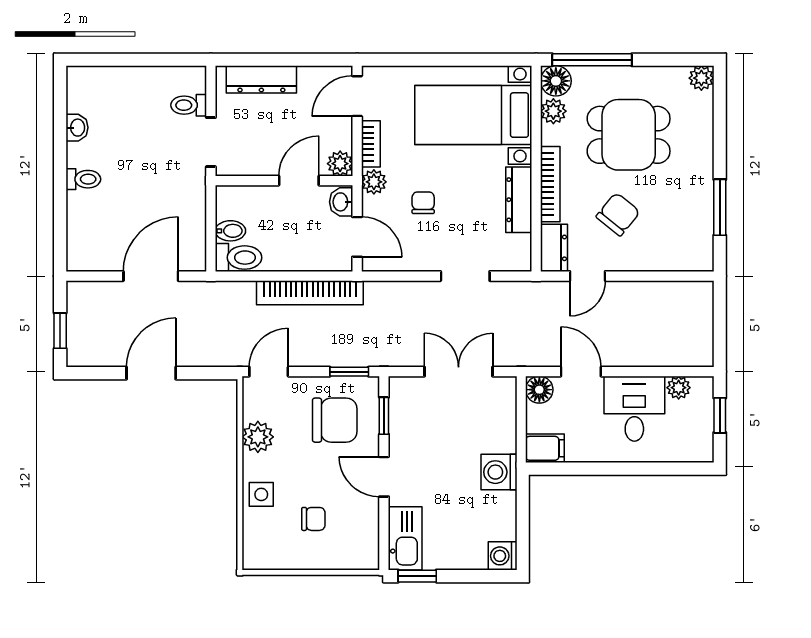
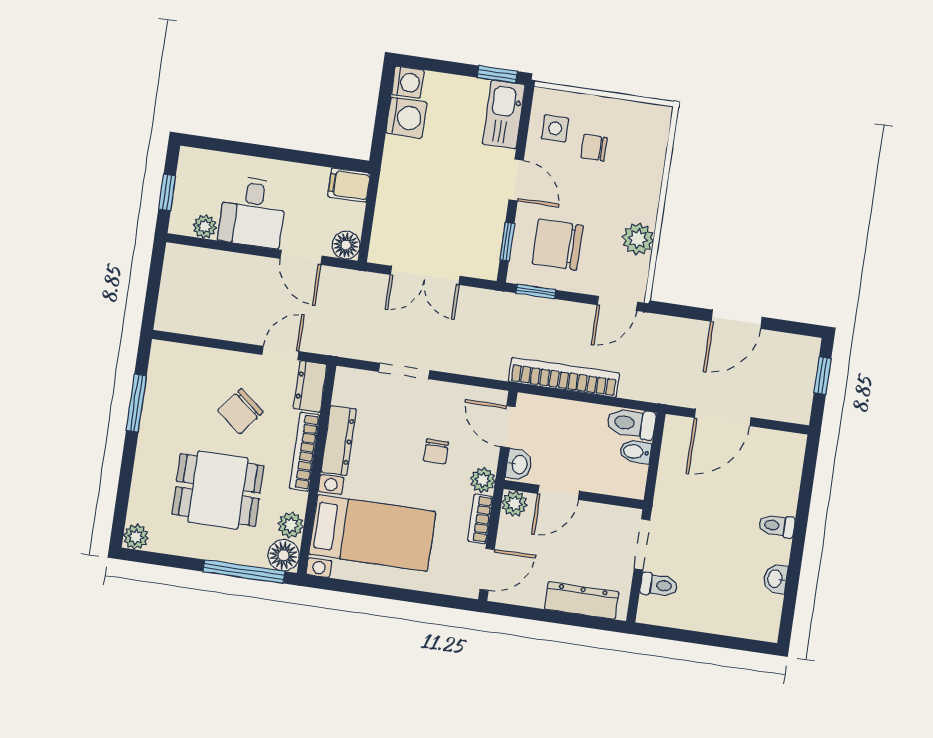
washing machine: (499, 472) -> (406, 118), moved
side table: (261, 494) -> (555, 128), moved

